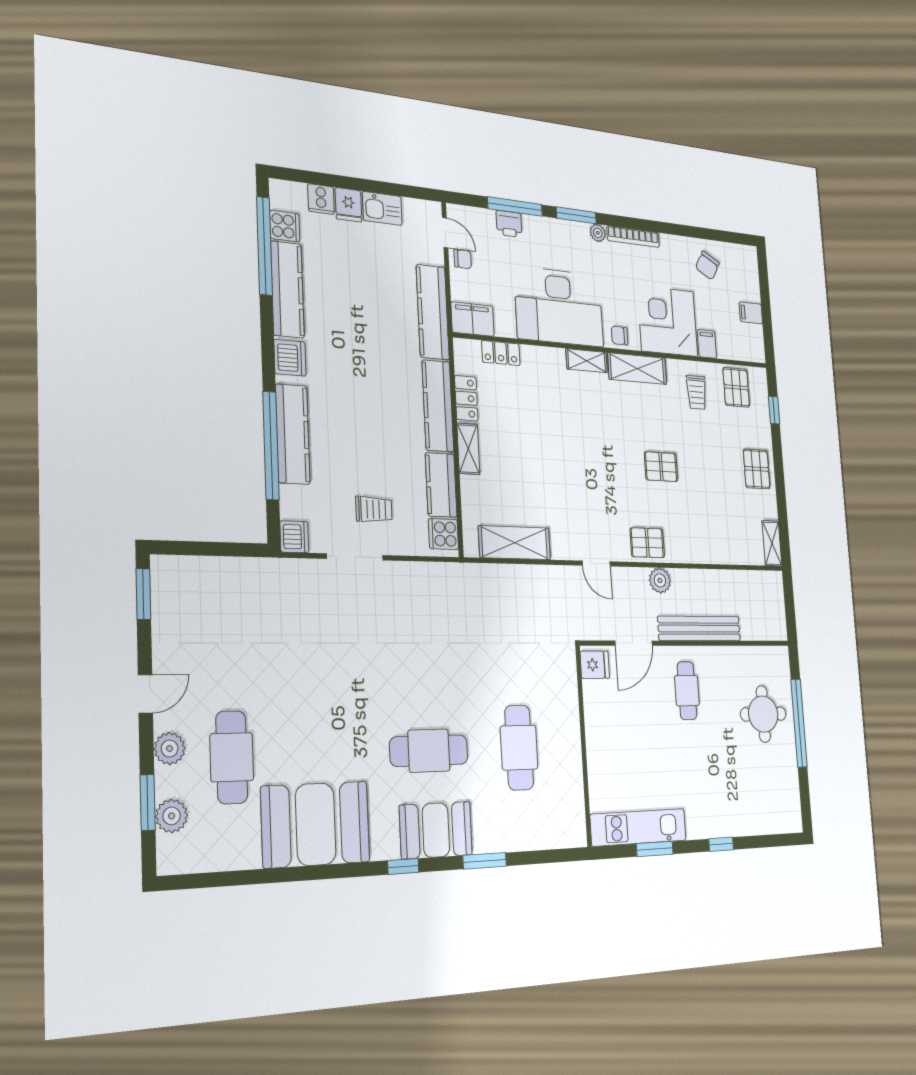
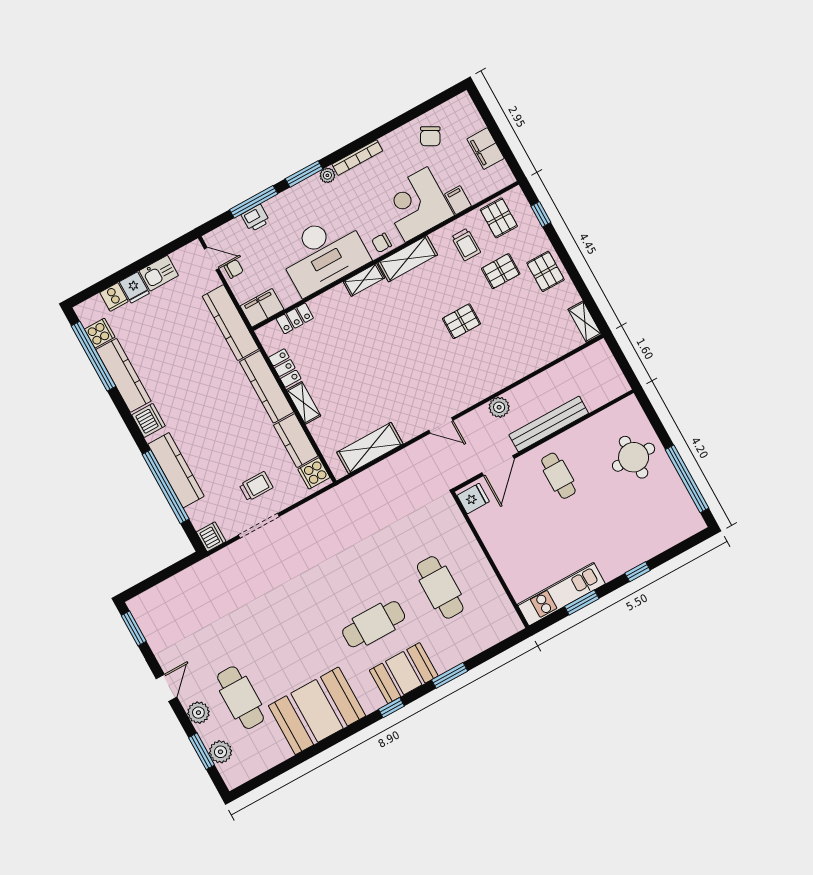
filing cabinet: (751, 313) -> (486, 149), width x2.00
pallet: (647, 543) -> (501, 271), moved
window: (799, 723) -> (687, 479), moved

